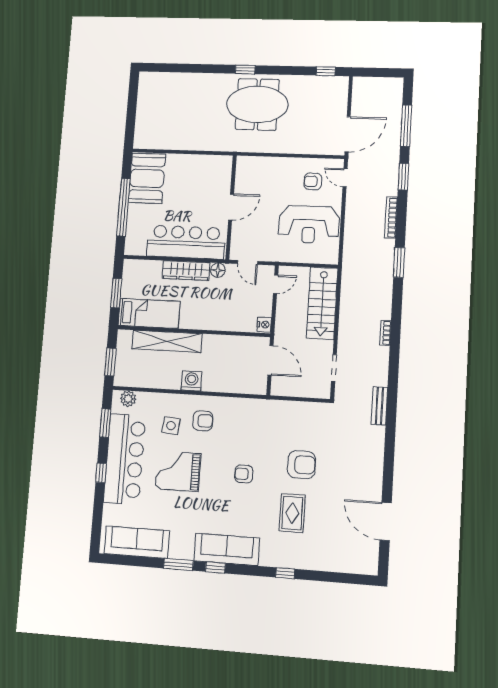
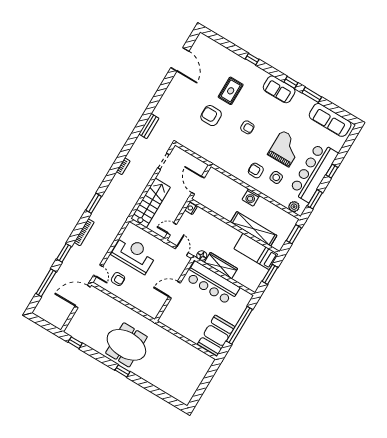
grand piano: (178, 471) -> (285, 149), turned -90
sofa: (227, 549) -> (279, 89), width x0.73

